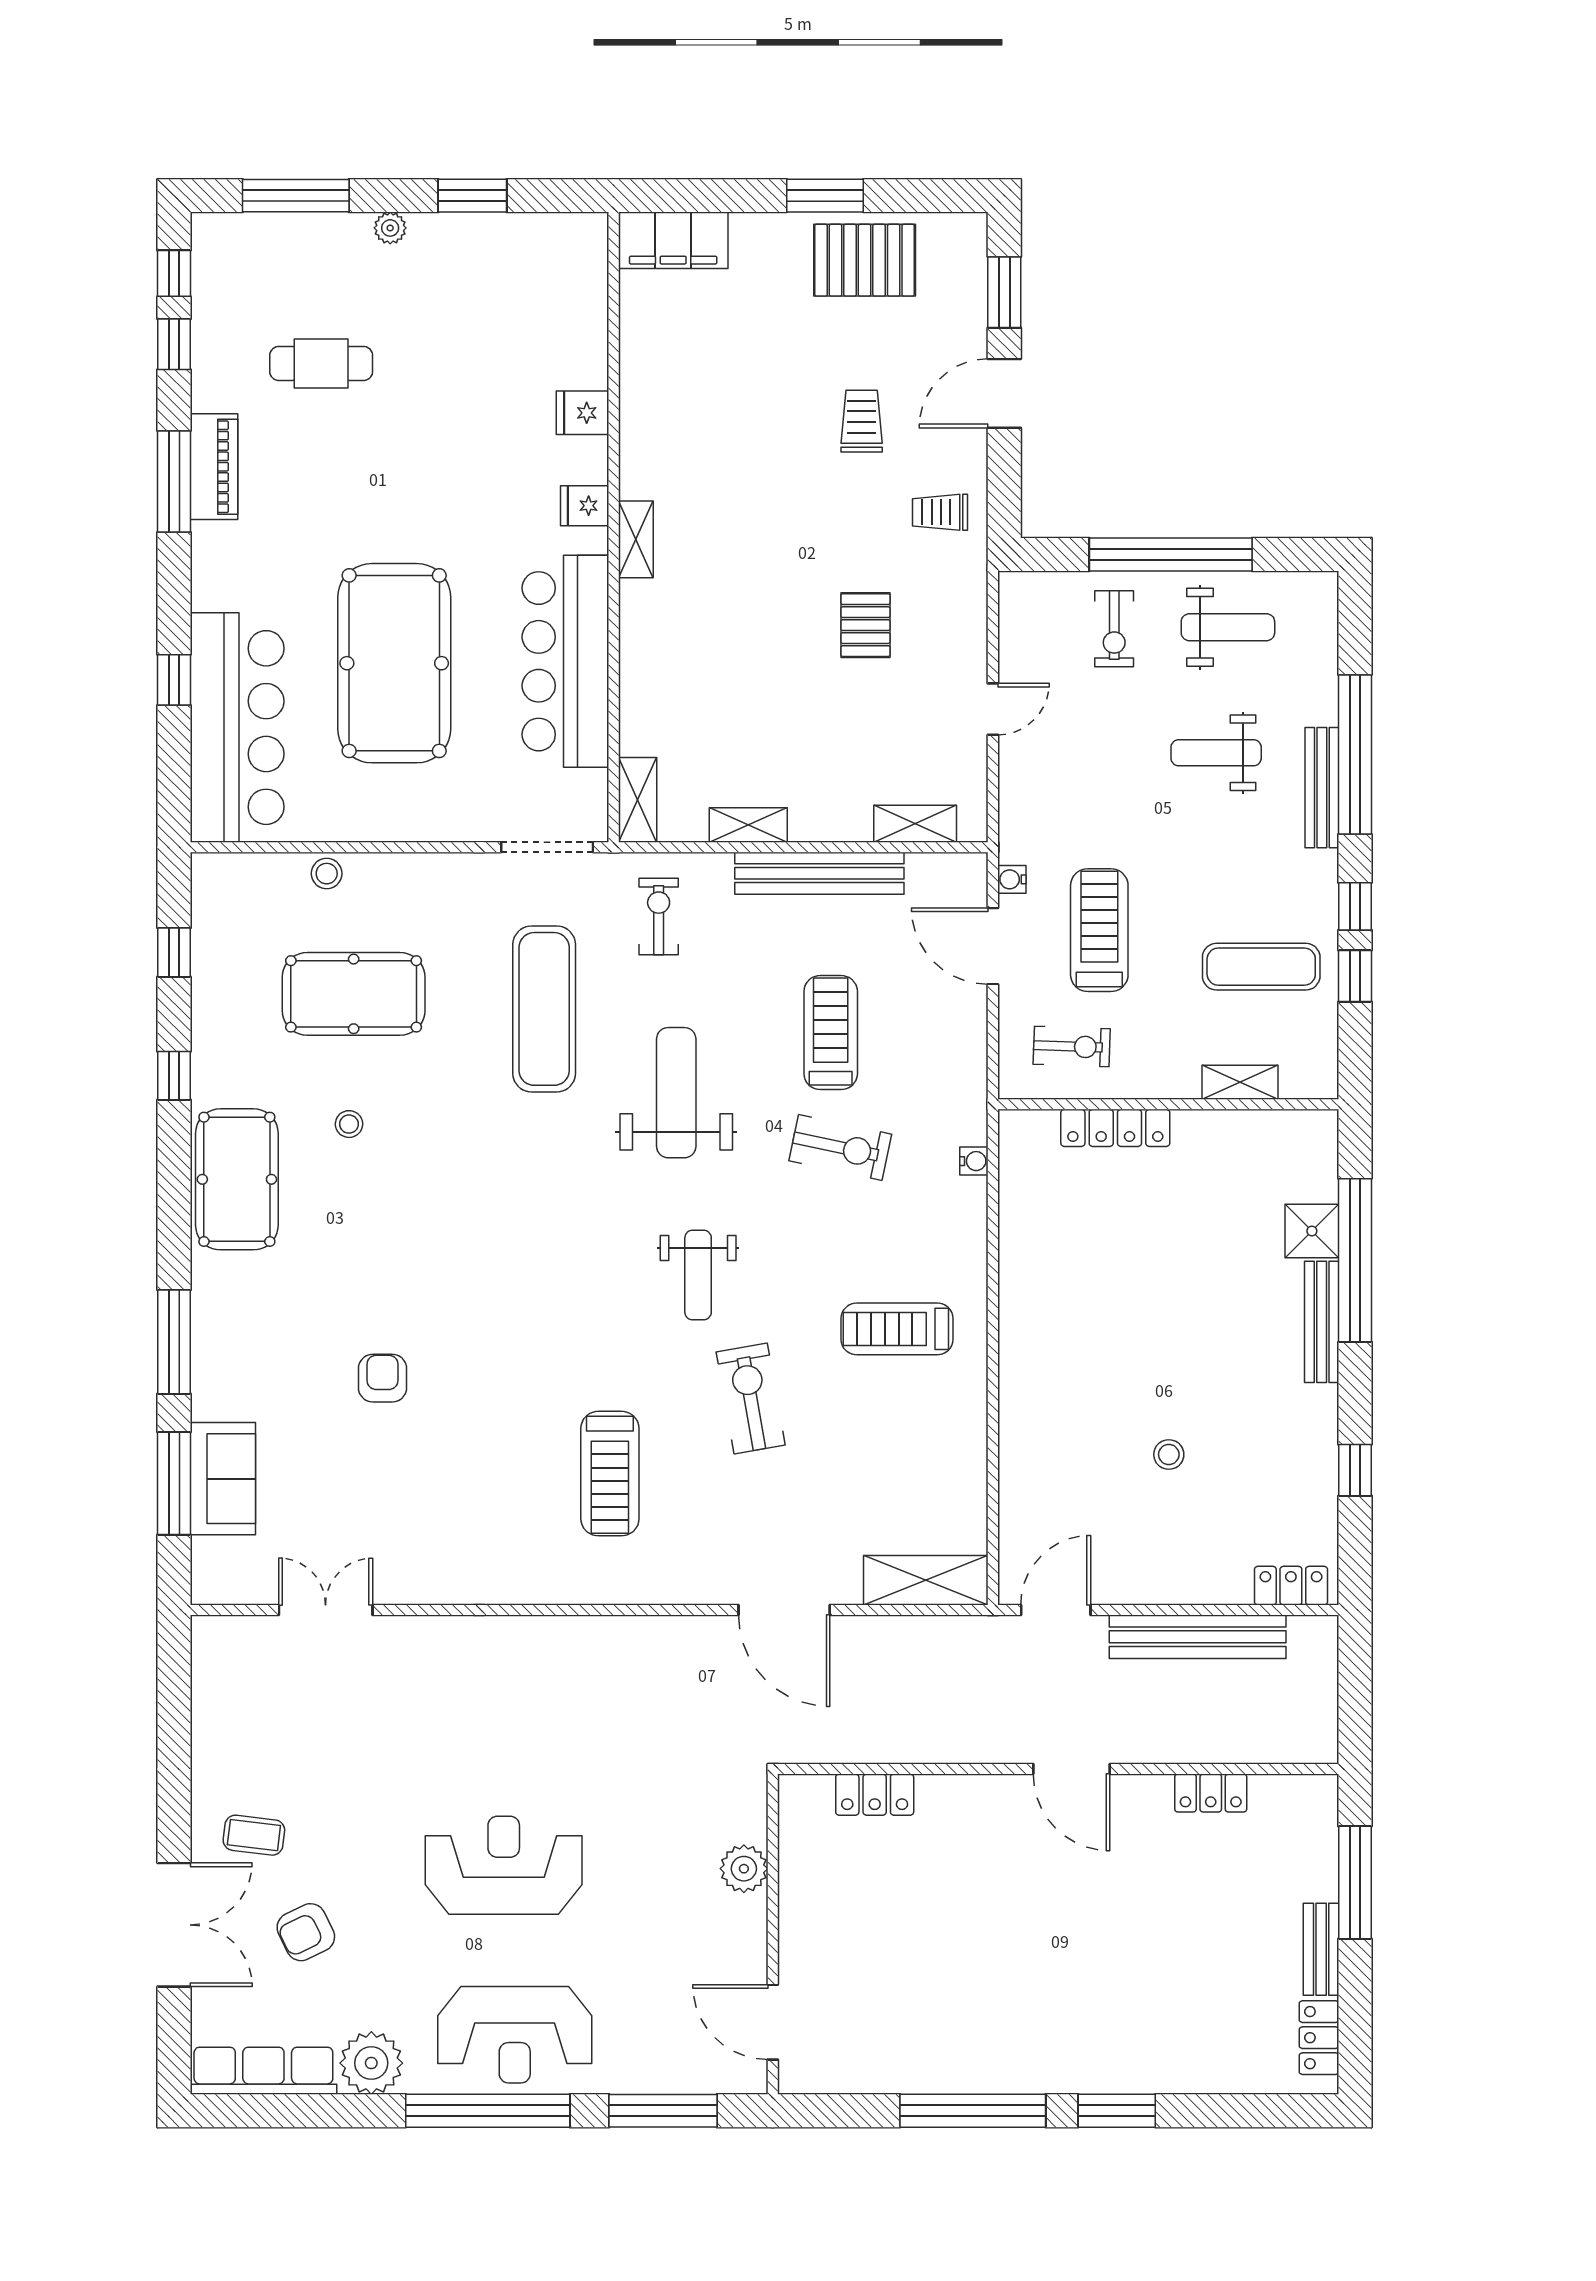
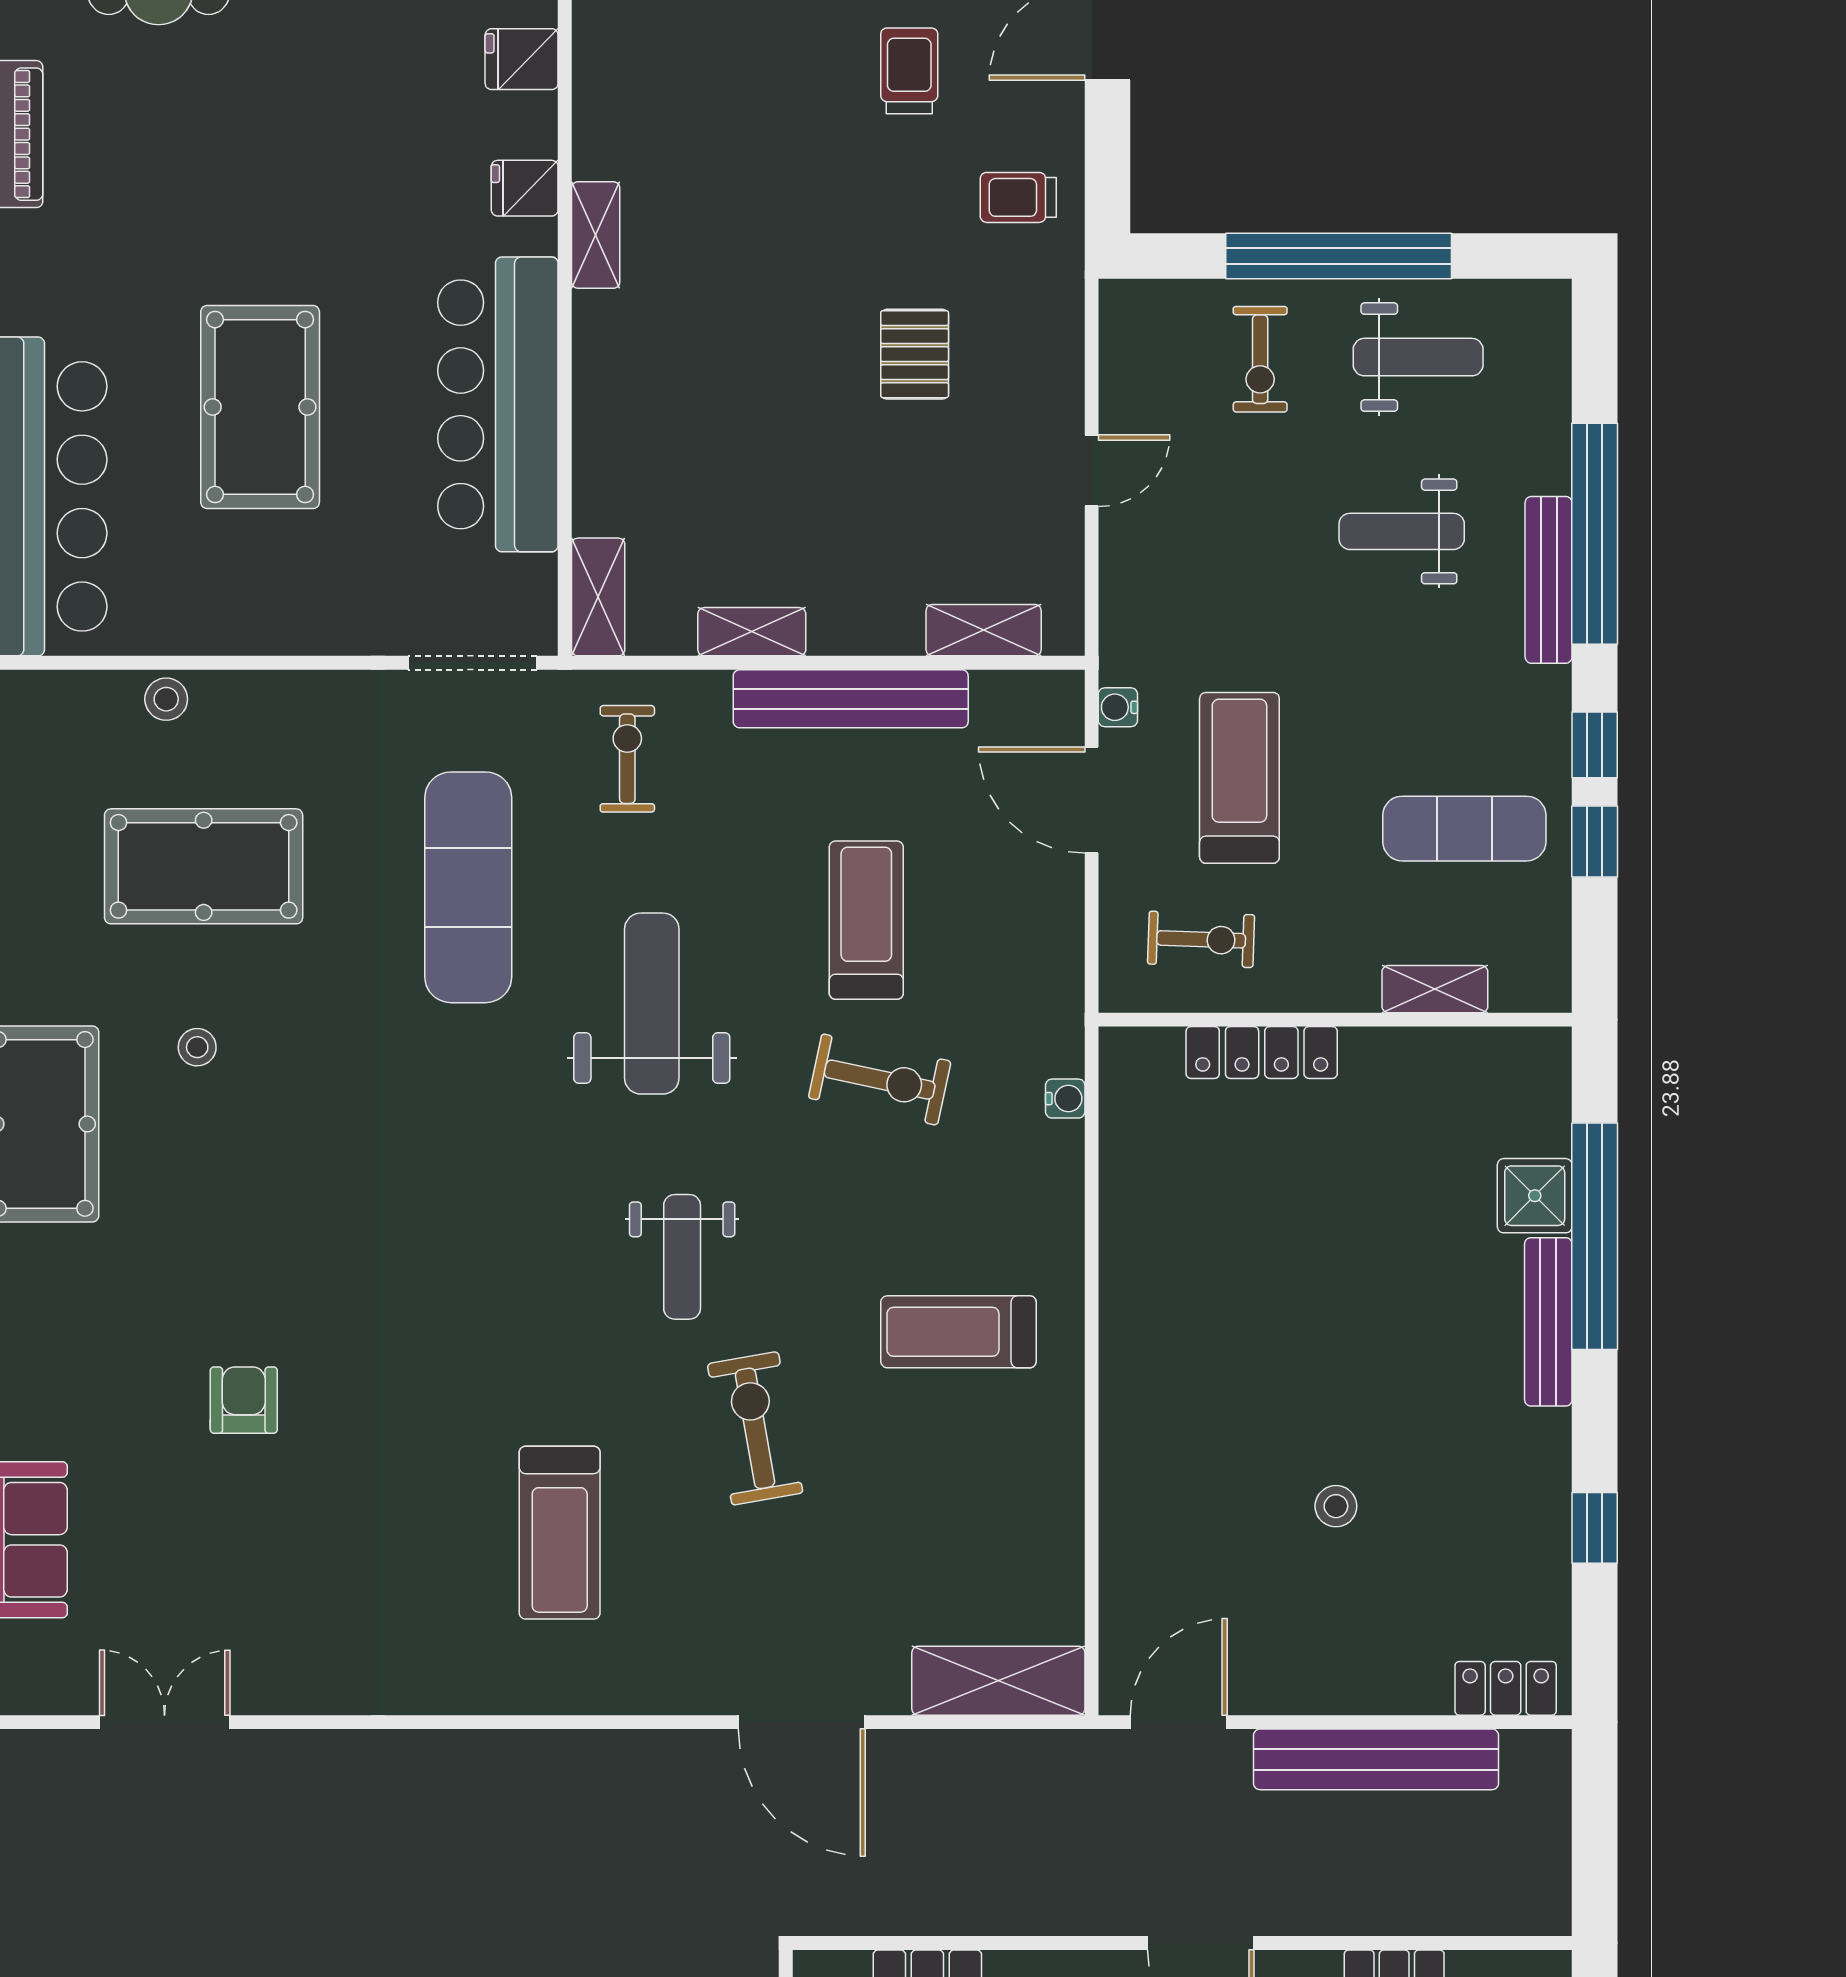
pool table: (394, 663) -> (260, 407), width x0.73, depth x0.76

